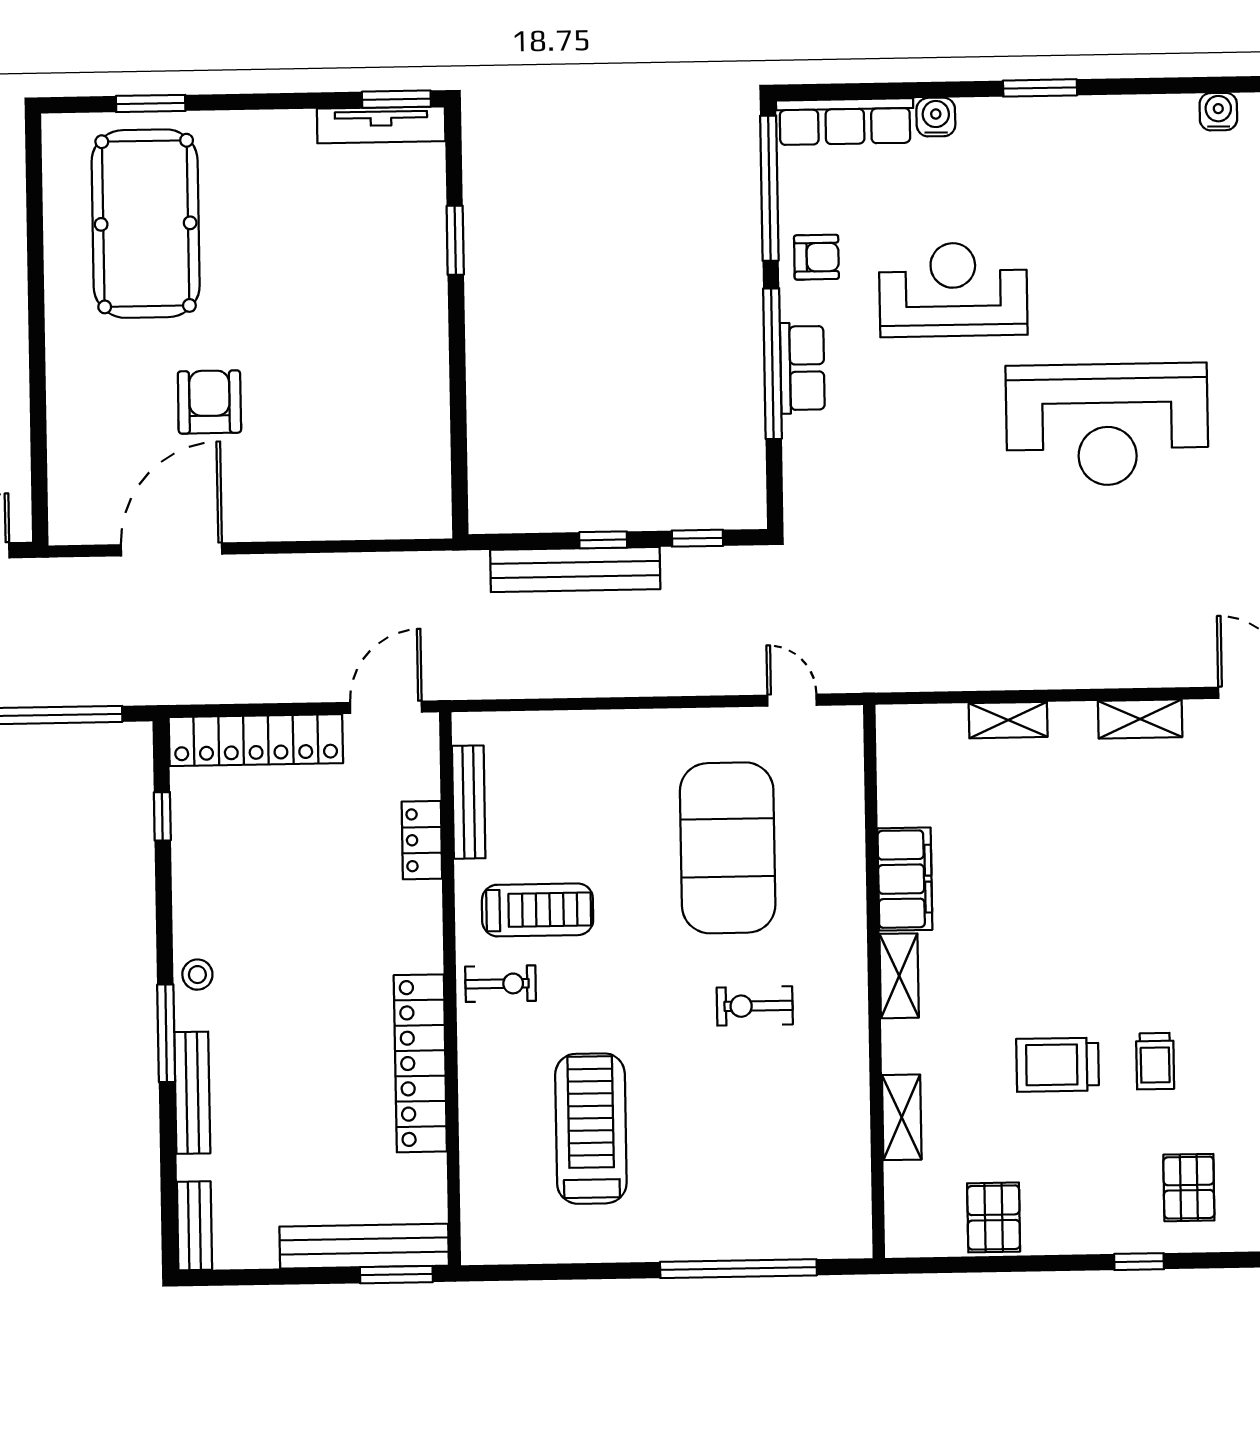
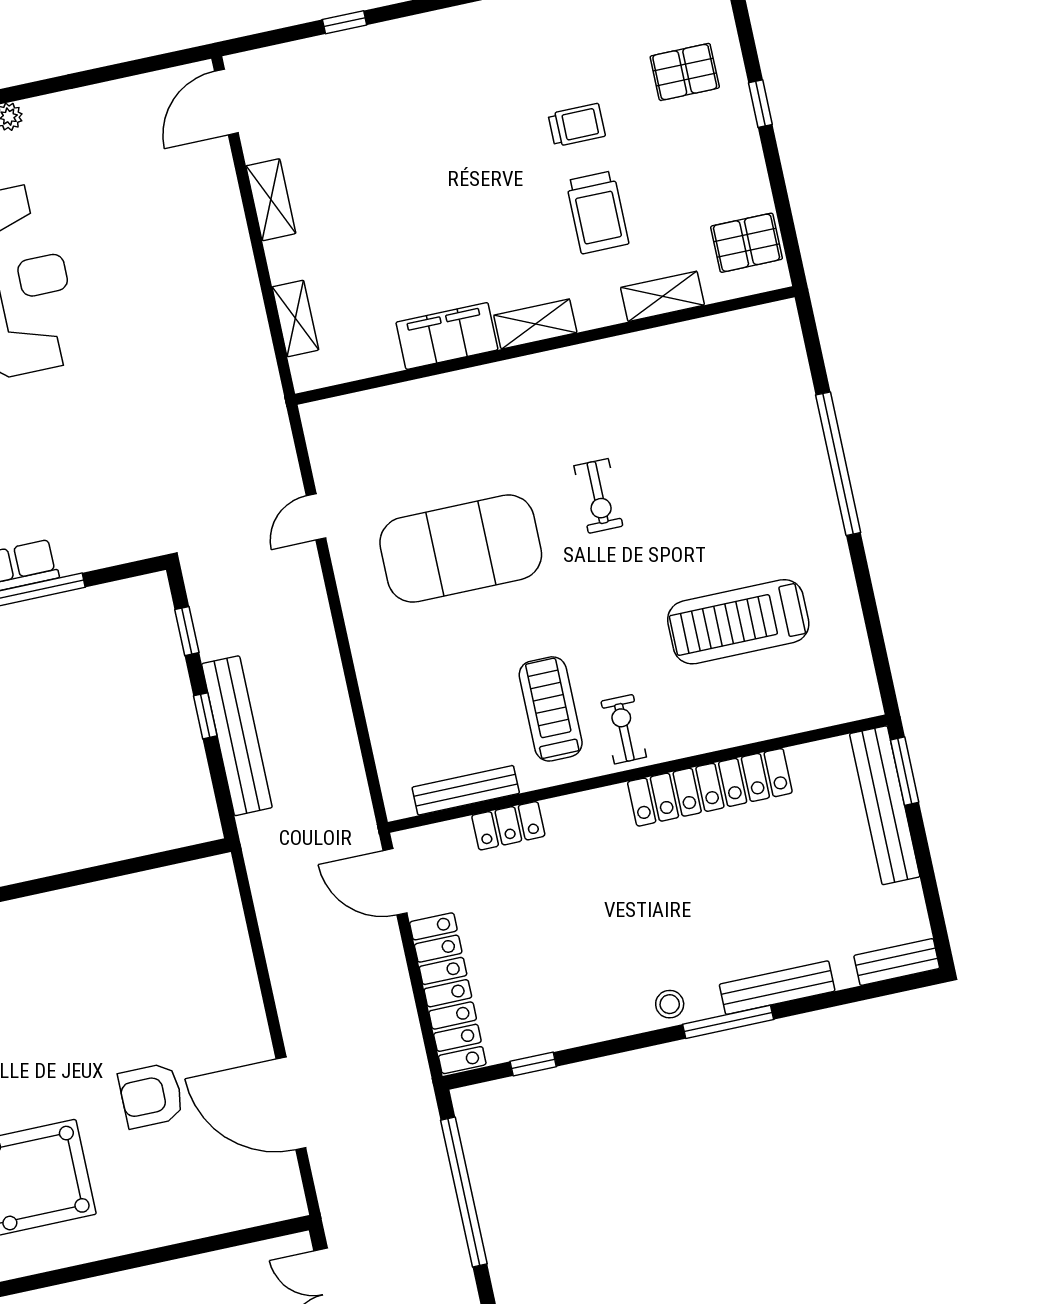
filing cabinet: (905, 879) -> (447, 336), moved
shelving: (899, 976) -> (535, 324), moved
wall: (874, 981) -> (545, 345), moved
shelving: (902, 1117) -> (662, 296), moved

